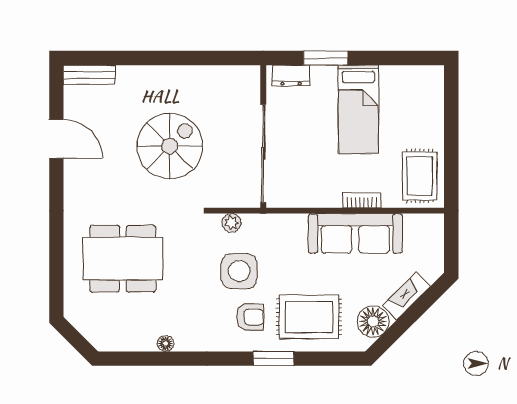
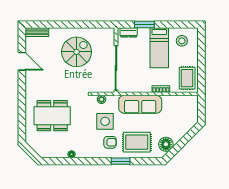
stool: (408, 94) -> (182, 41), added
spiral stairs: (170, 146) -> (77, 52), moved
sofa: (355, 233) -> (140, 104), moved
fireplace: (406, 296) -> (181, 133), removed

